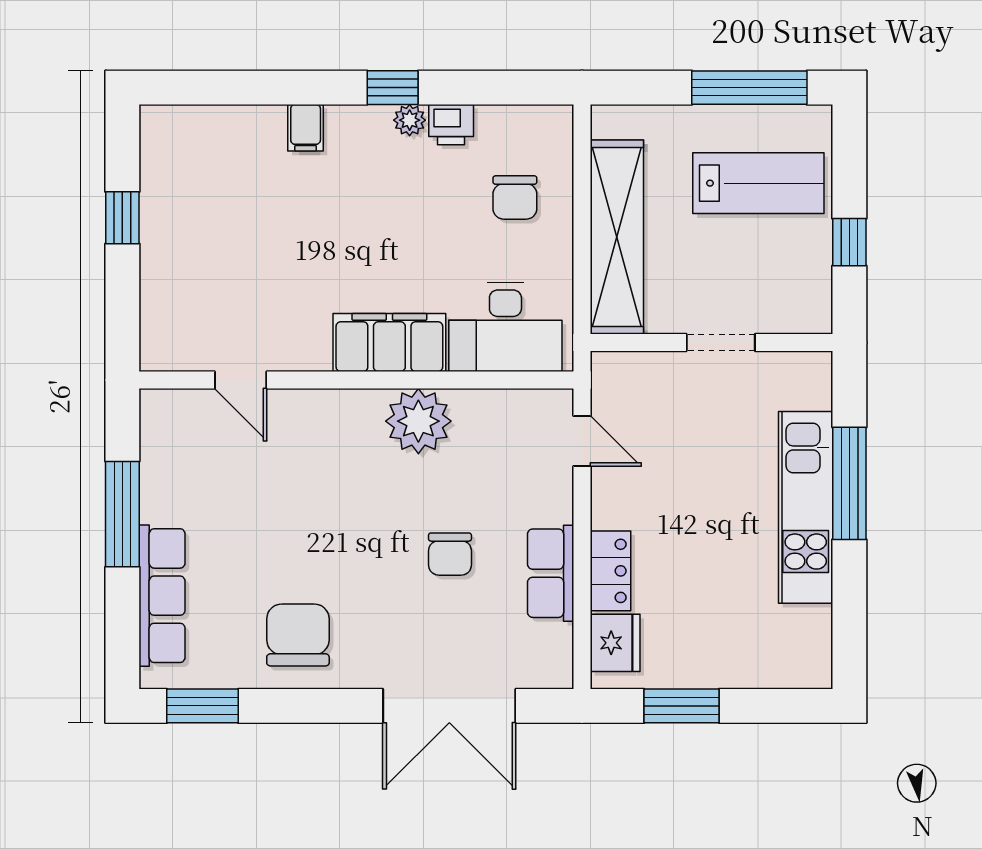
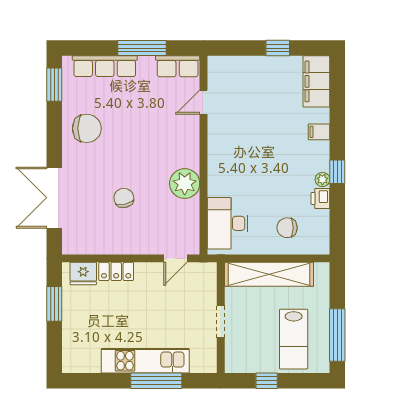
filing cabinet: (389, 343) -> (316, 81), moved, turned 180
chair: (450, 554) -> (124, 198), turned 78
row of seats: (551, 573) -> (178, 66), moved, turned 180

